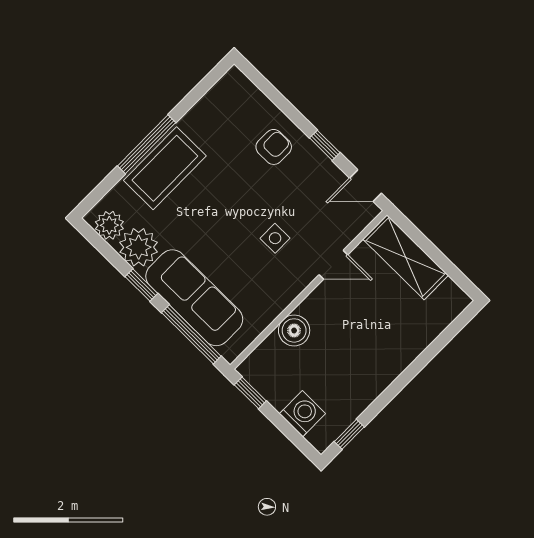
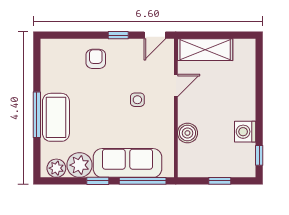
window: (250, 393) -> (220, 181), moved
washing machine: (302, 414) -> (245, 132), moved, turned -90

